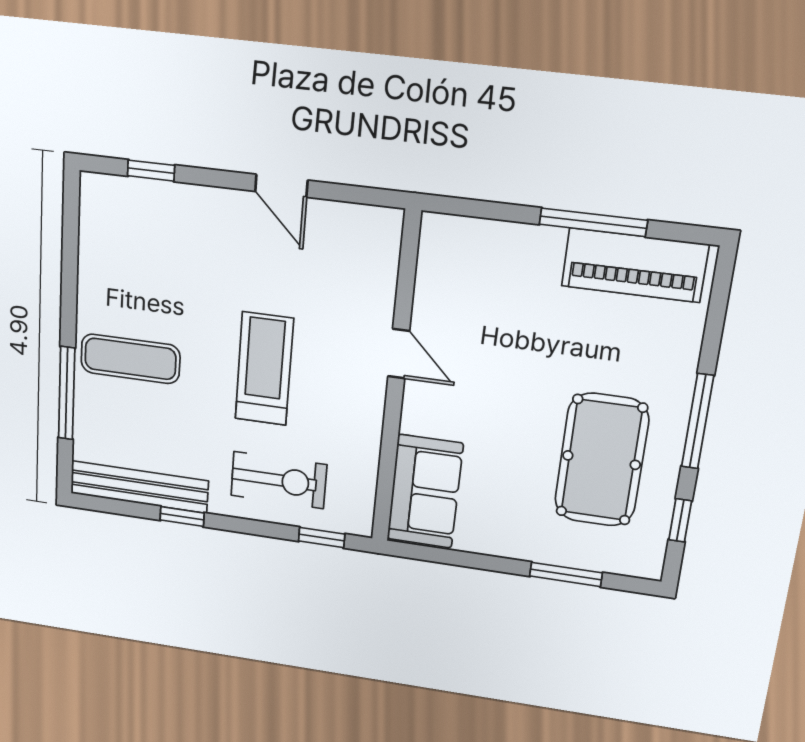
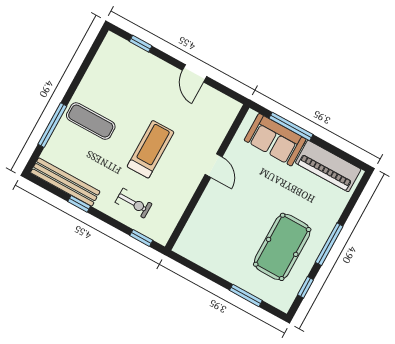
window: (593, 222) -> (291, 126), moved
exercise bike: (279, 480) -> (134, 203), width x0.73, depth x0.72
sofa: (425, 492) -> (275, 140), moved, turned 90

